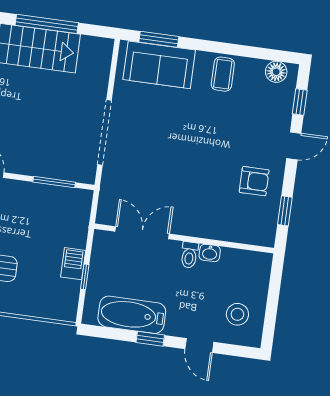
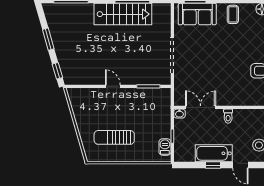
washbasin: (210, 253) -> (179, 114), moved
barbecue: (73, 264) -> (165, 147), moved
bathtub: (132, 315) -> (214, 153), moved

